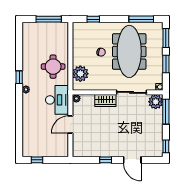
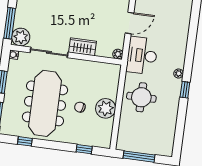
window: (141, 19) -> (25, 141), width x0.46
plant: (80, 74) -> (106, 108), moved

